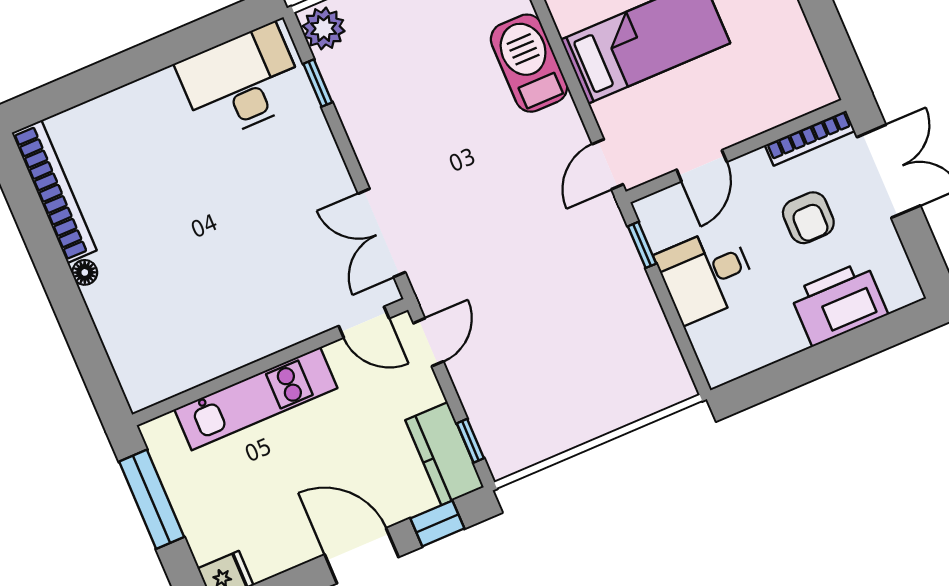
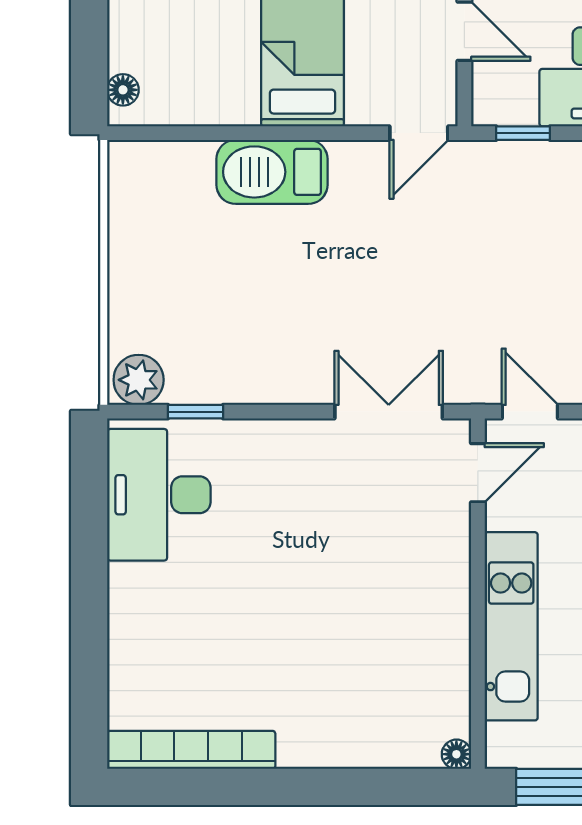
door: (608, 164) -> (419, 133), hinge flipped
double door: (382, 233) -> (389, 412), swing flipped
floor lamp: (85, 272) -> (456, 754), moved

